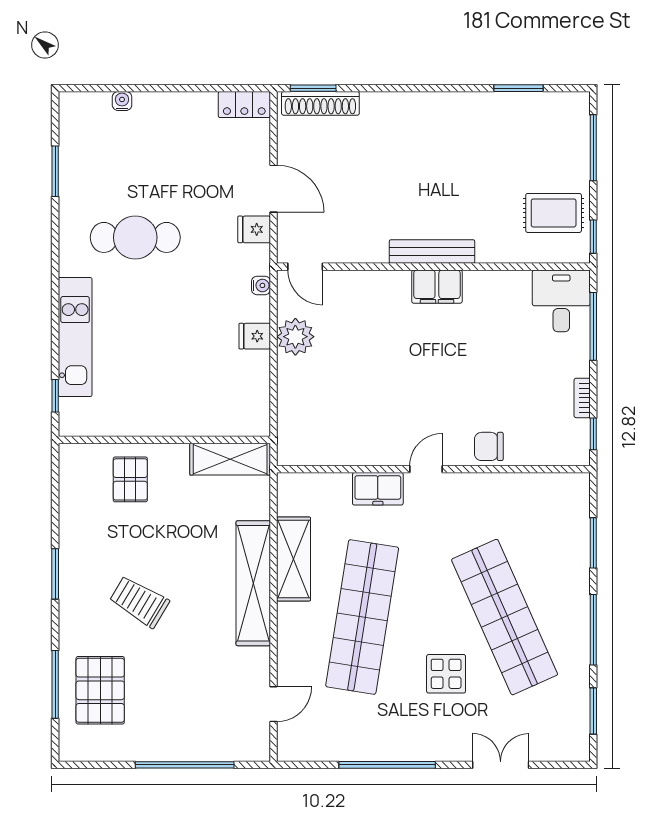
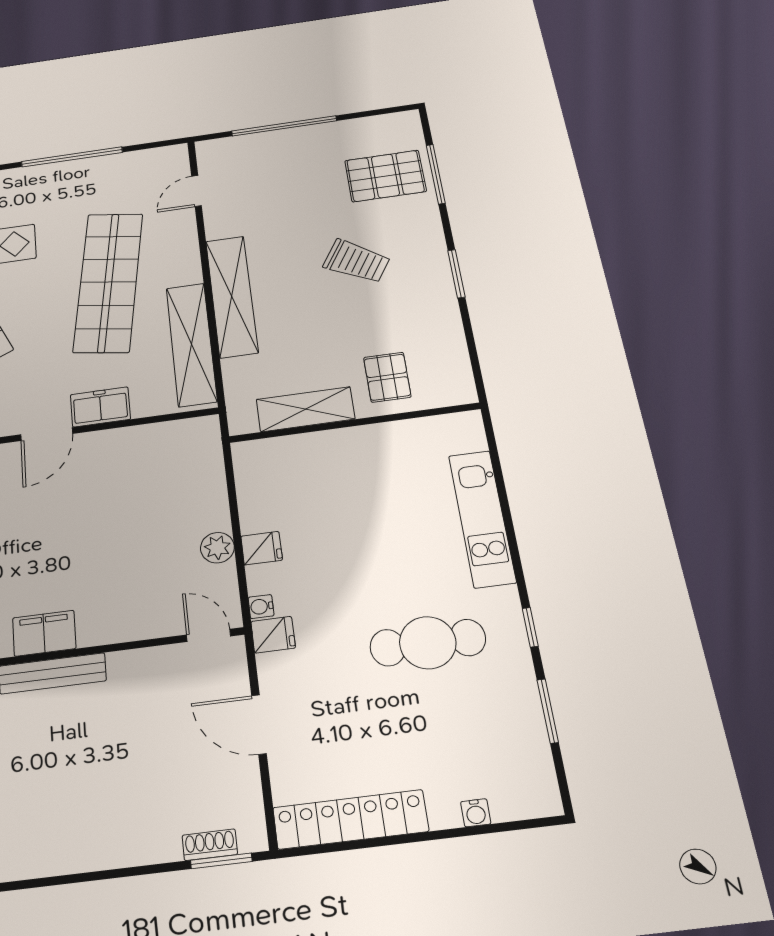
shoe rack: (320, 103) -> (210, 845), width x0.51, depth x0.81
locker: (244, 105) -> (350, 819), width x2.16, depth x1.21
fridge: (254, 229) -> (273, 635), moved
plant: (295, 337) -> (217, 548), width x0.73, depth x0.73
window: (55, 396) -> (530, 627), moved
shelving: (230, 459) -> (305, 409), moved
door: (426, 469) -> (47, 434), width x1.38
shelving: (294, 559) -> (191, 344), width x1.47
pallet: (100, 690) -> (385, 176), turned 90

